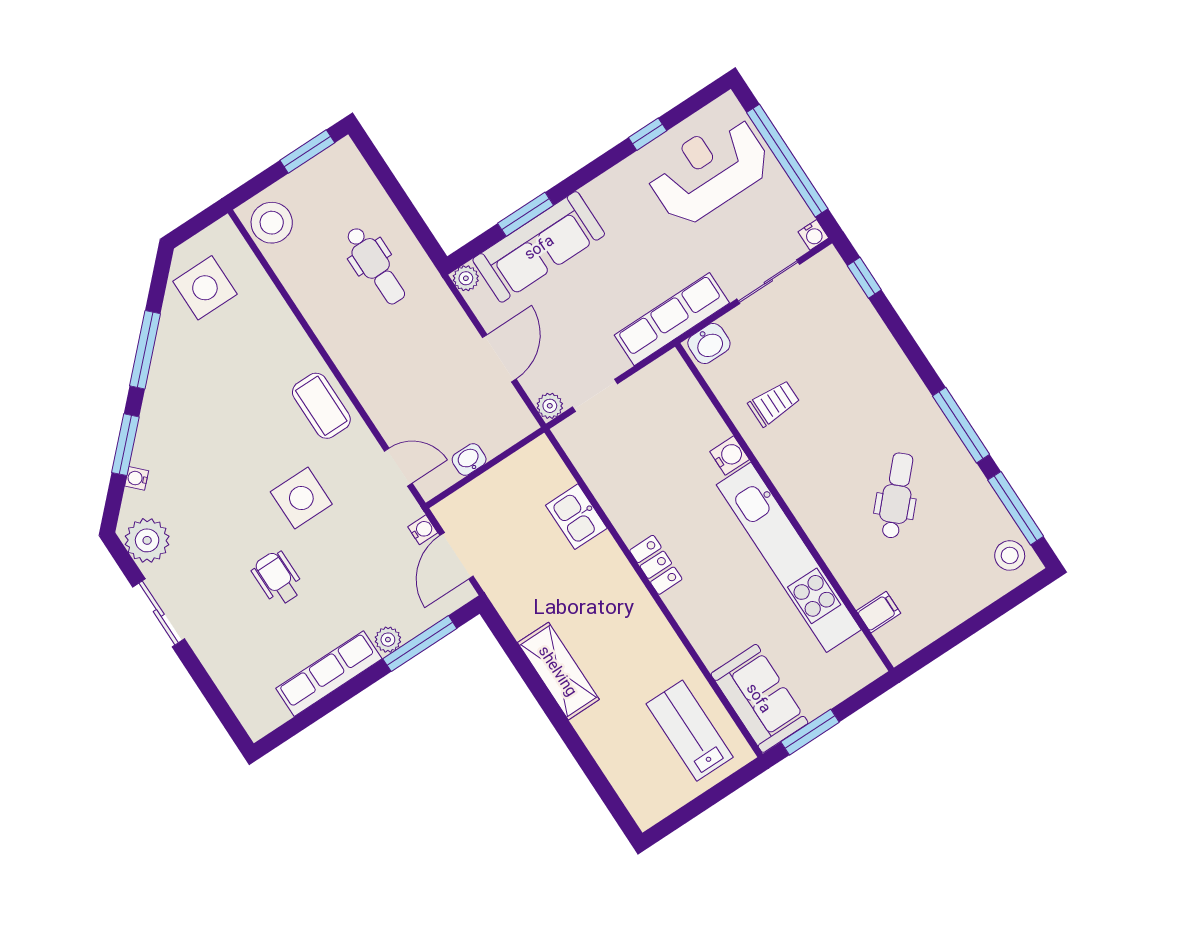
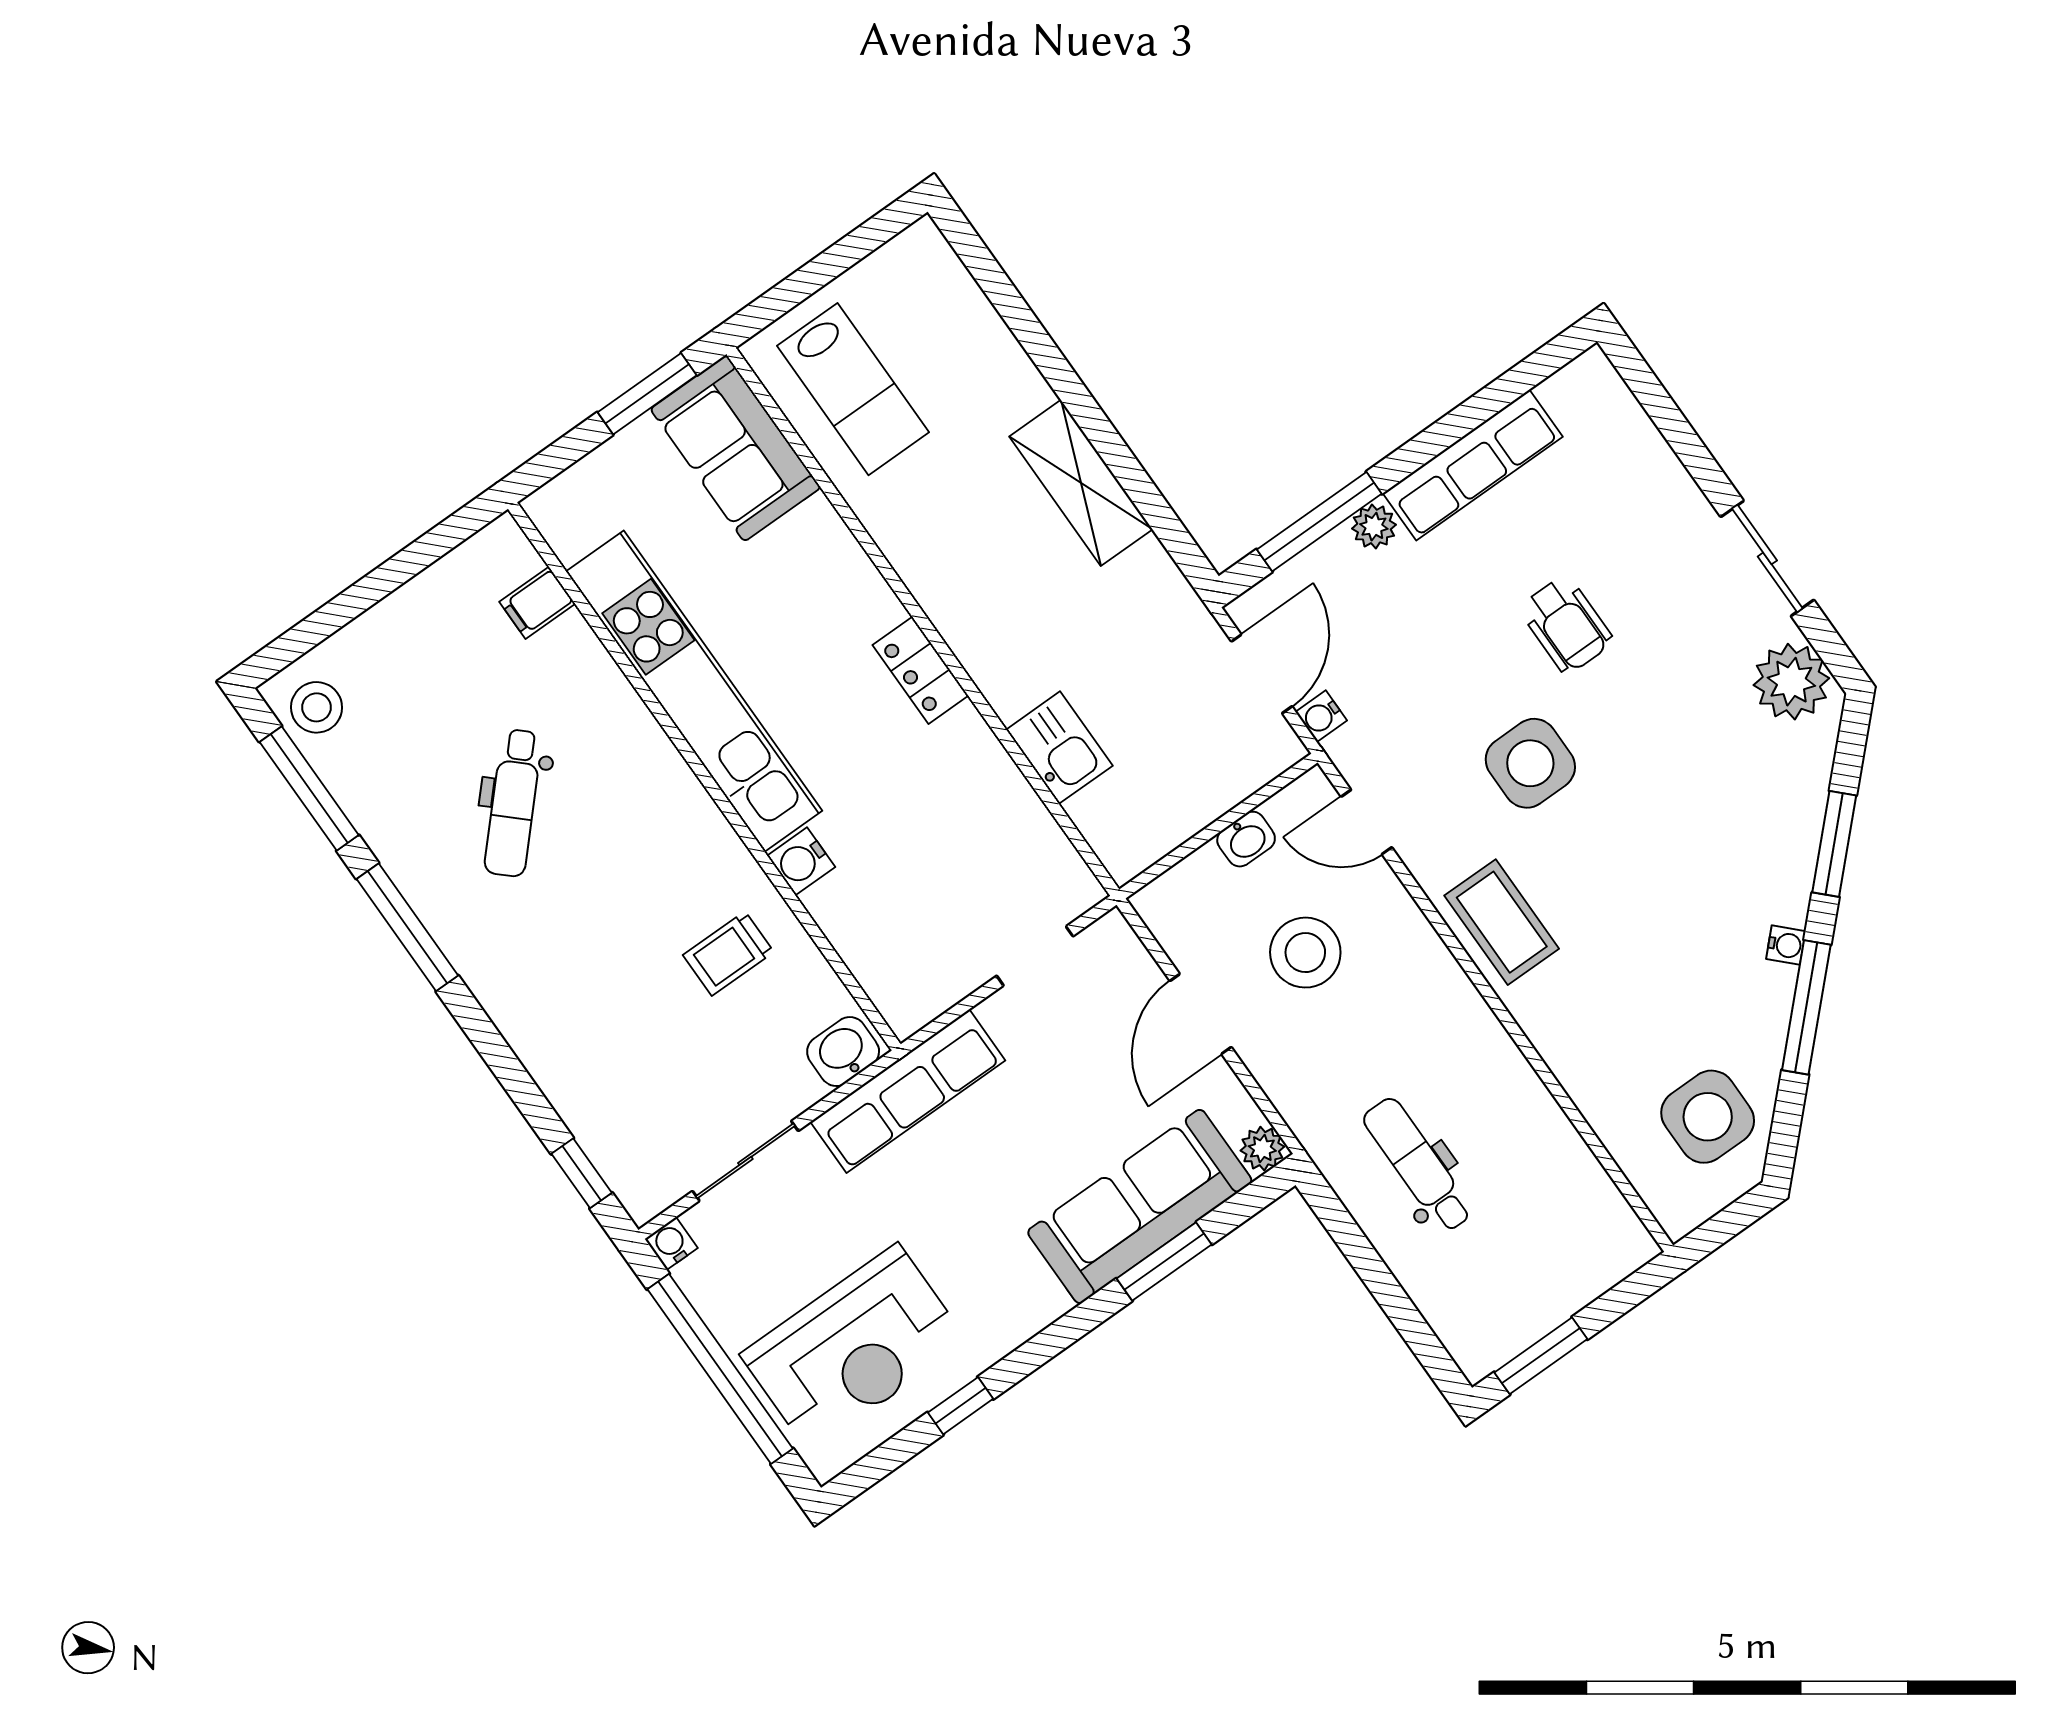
stool: (272, 223) -> (1305, 953), moved
plant: (550, 406) -> (1111, 936), removed
water cooler: (137, 478) -> (1786, 945), moved

